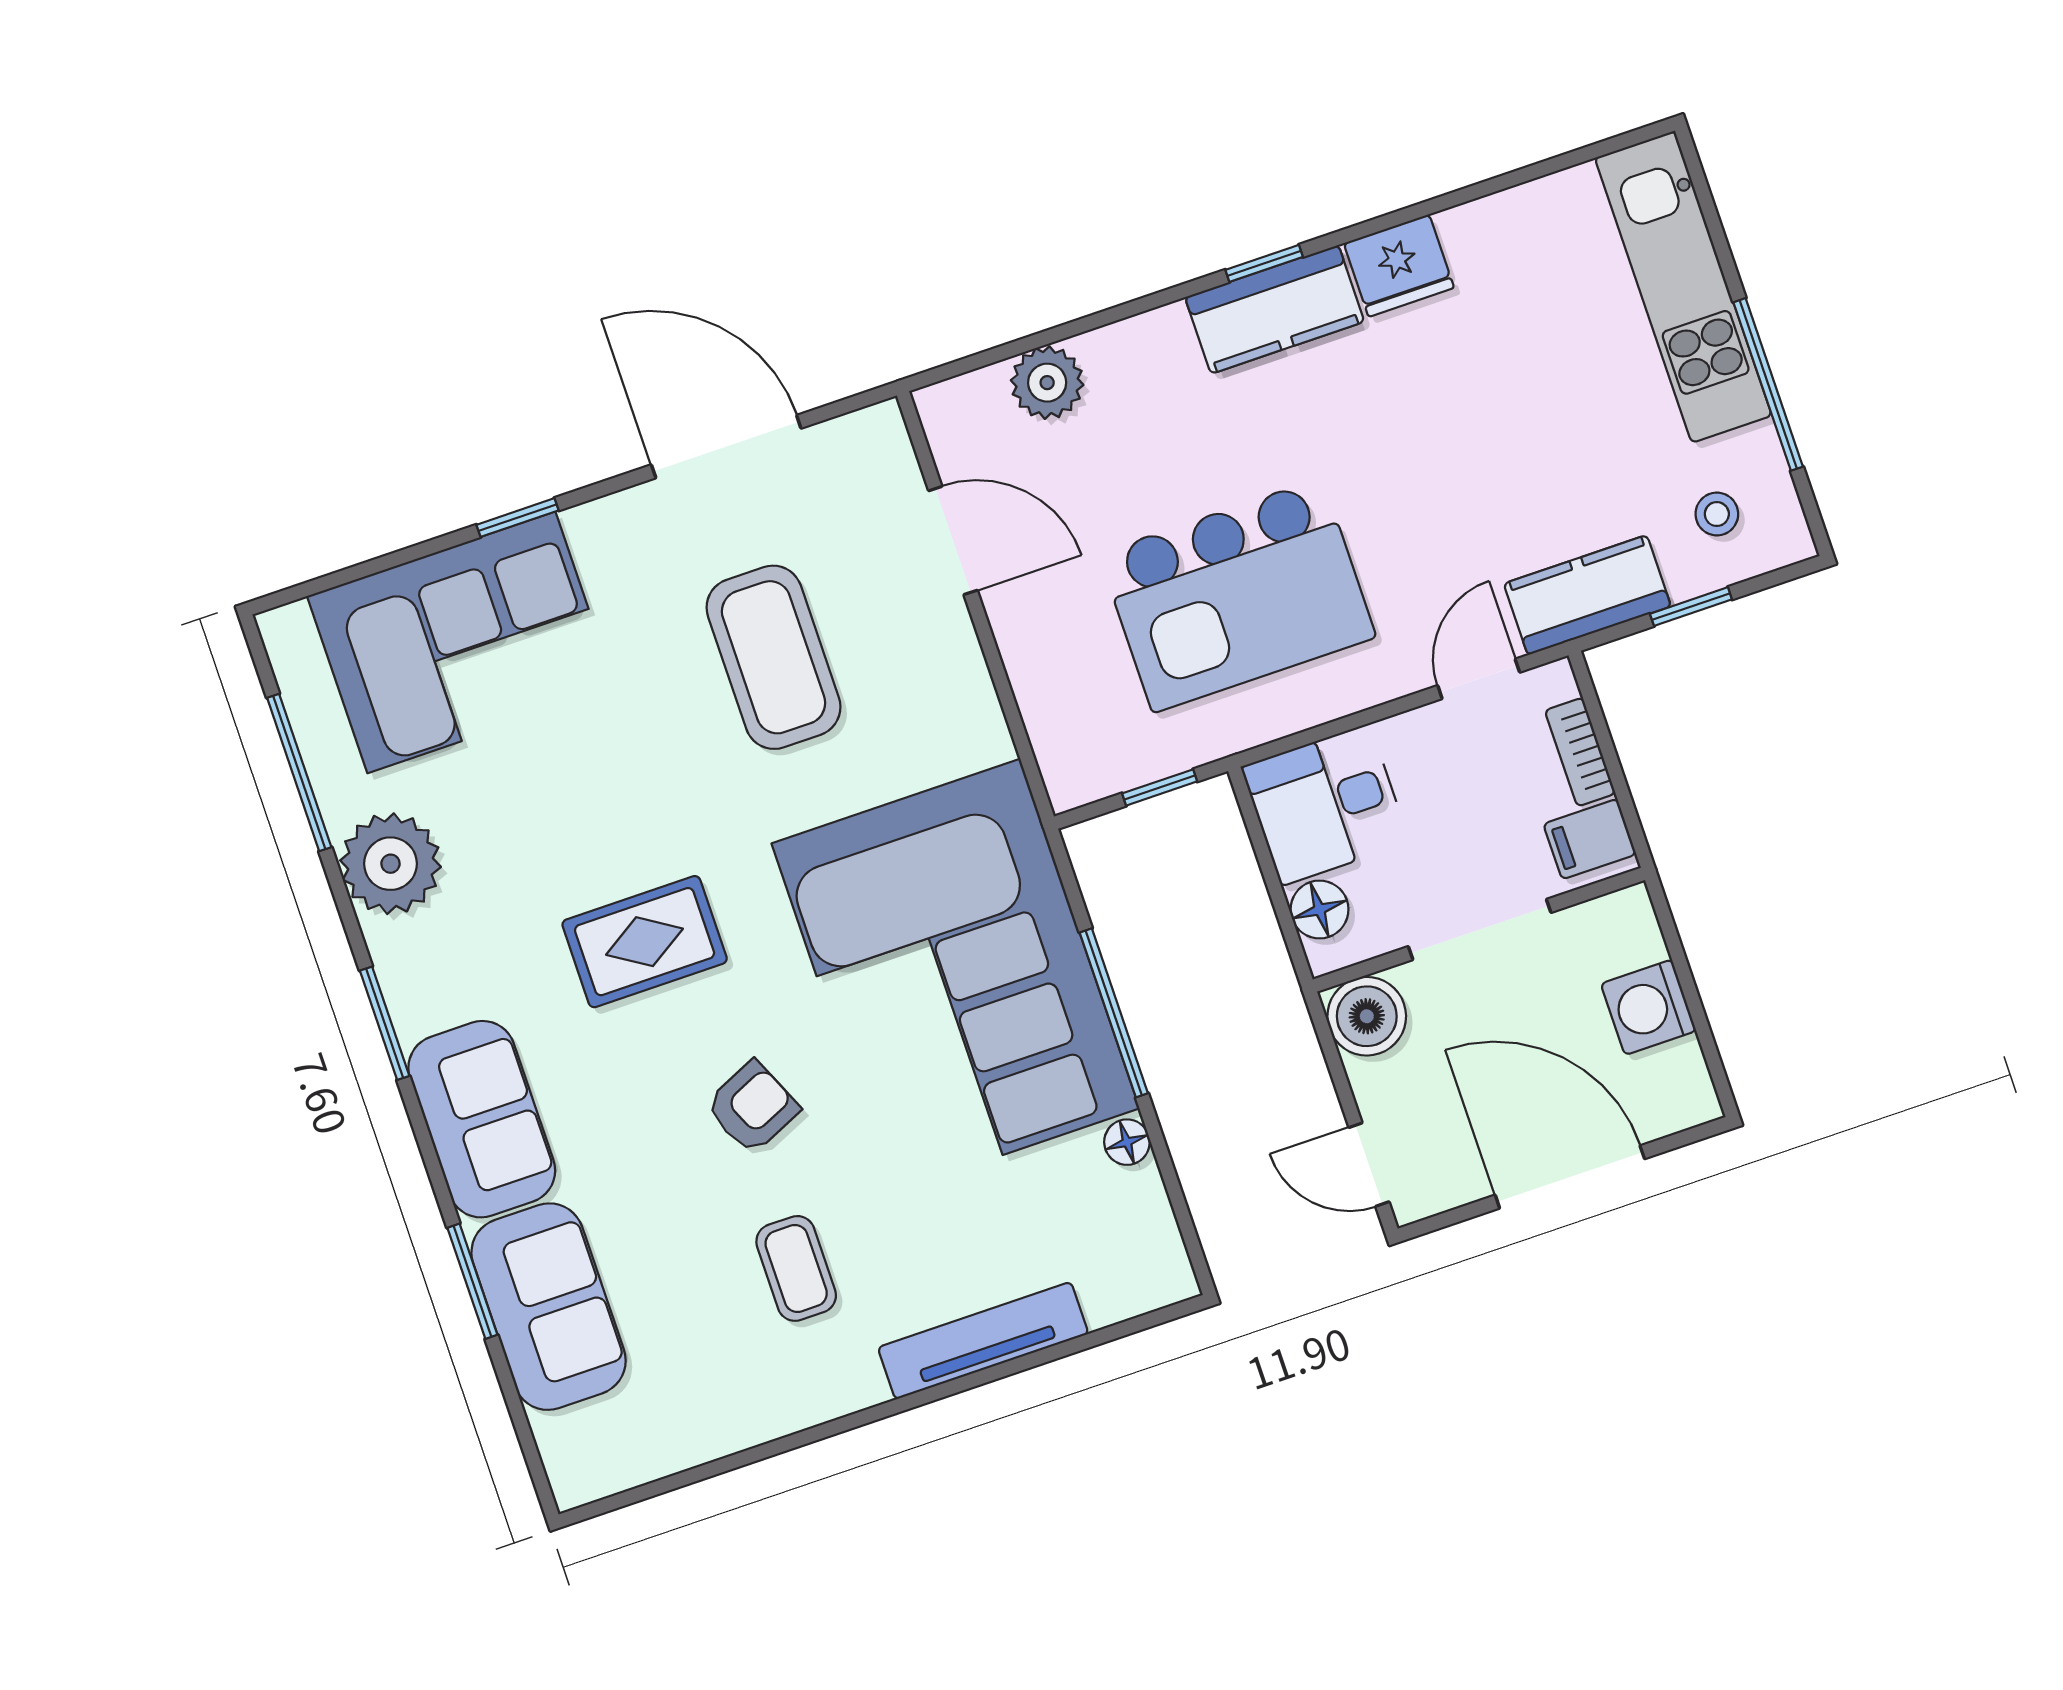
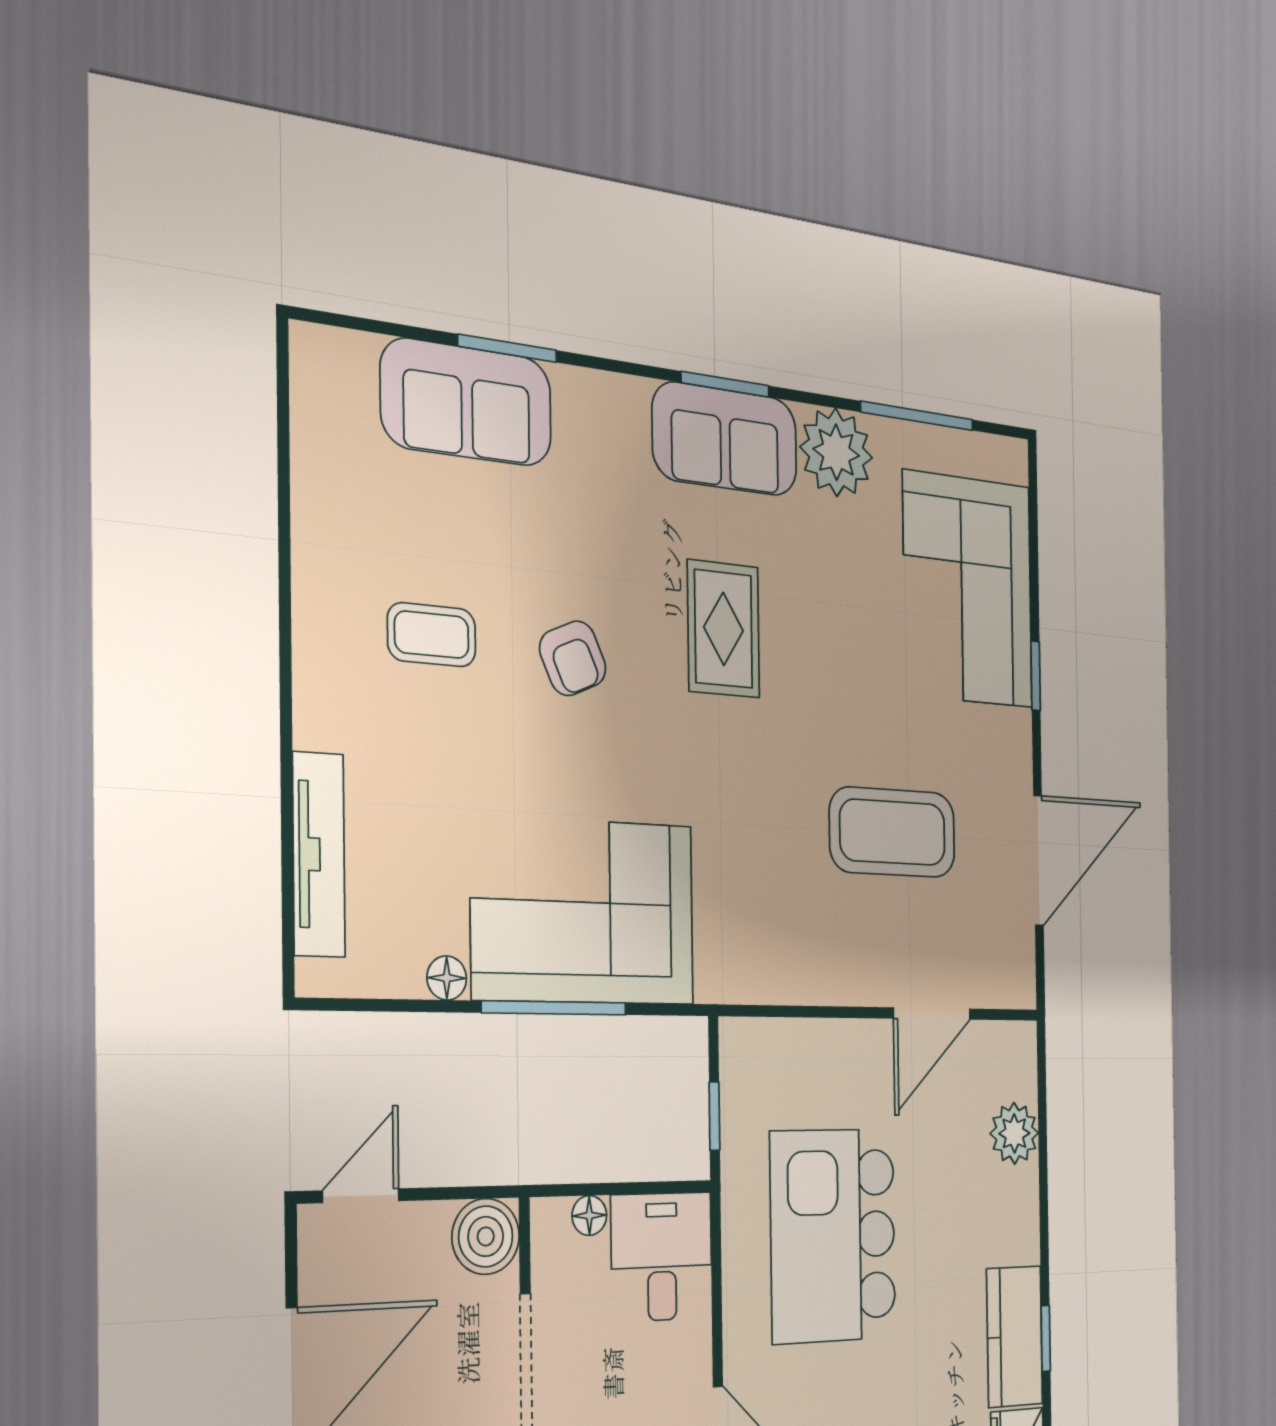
floor lamp: (1320, 910) -> (589, 1215), width x0.73, depth x0.73
corner sofa: (955, 976) -> (584, 911), width x0.73, depth x0.74
sofa: (482, 1119) -> (725, 439), moved
tv unit: (983, 1341) -> (319, 855), moved

